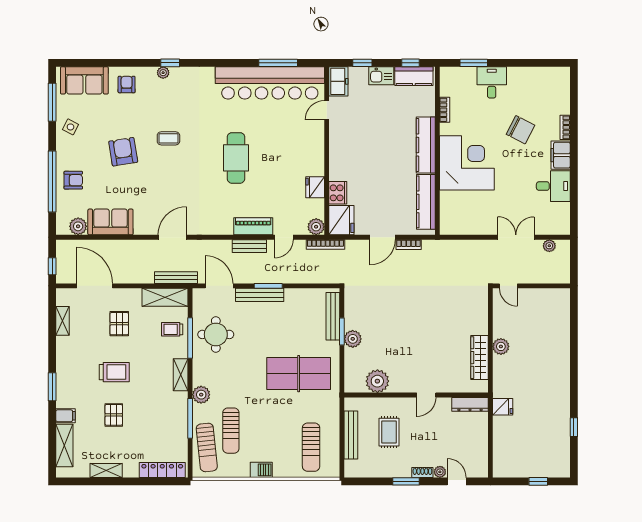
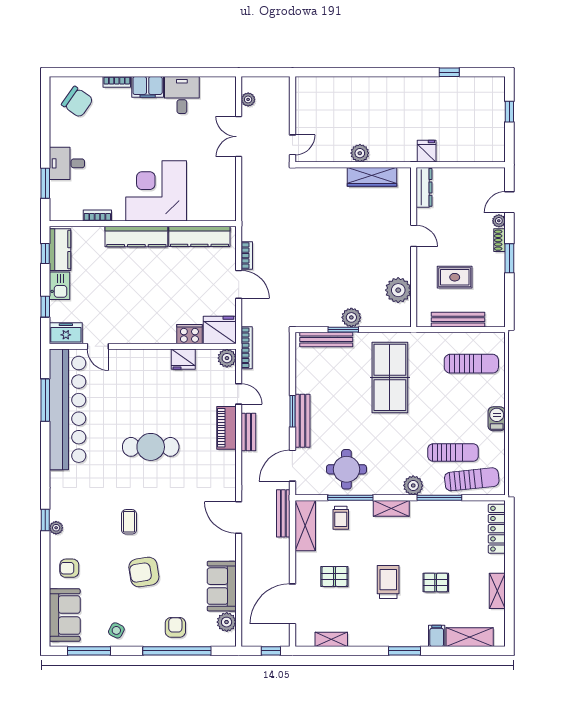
chair: (520, 130) -> (77, 102), moved, turned 98

